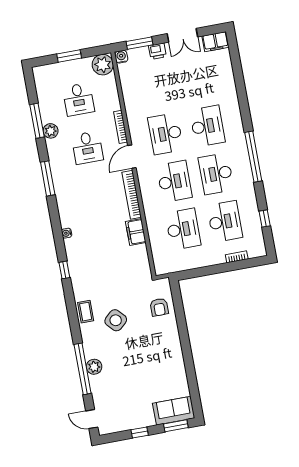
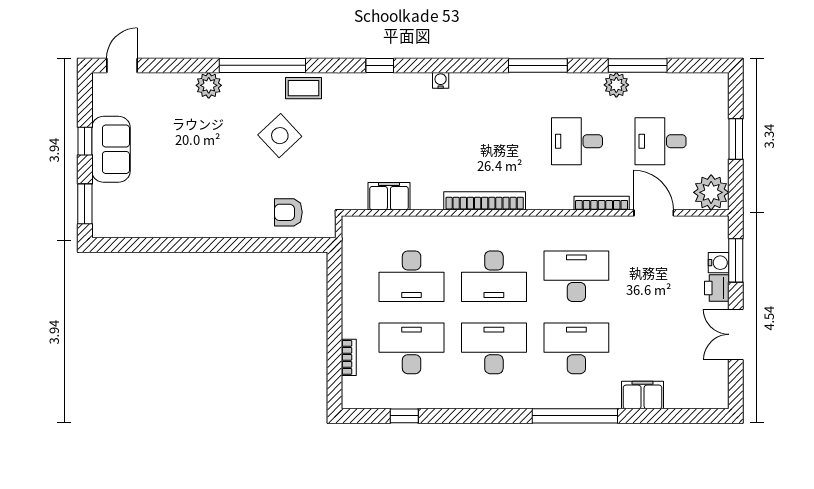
filing cabinet: (216, 42) -> (643, 395), moved, turned 90
water cooler: (121, 57) -> (719, 263), moved
desk: (207, 126) -> (576, 348), turned 180
door: (132, 157) -> (654, 213), moved
window: (253, 157) -> (575, 416), moved
desk: (225, 221) -> (412, 348), turned 180
filing cabinet: (136, 232) -> (389, 196), moved
window: (83, 369) -> (262, 65), moved
sofa: (174, 411) -> (111, 149), moved

